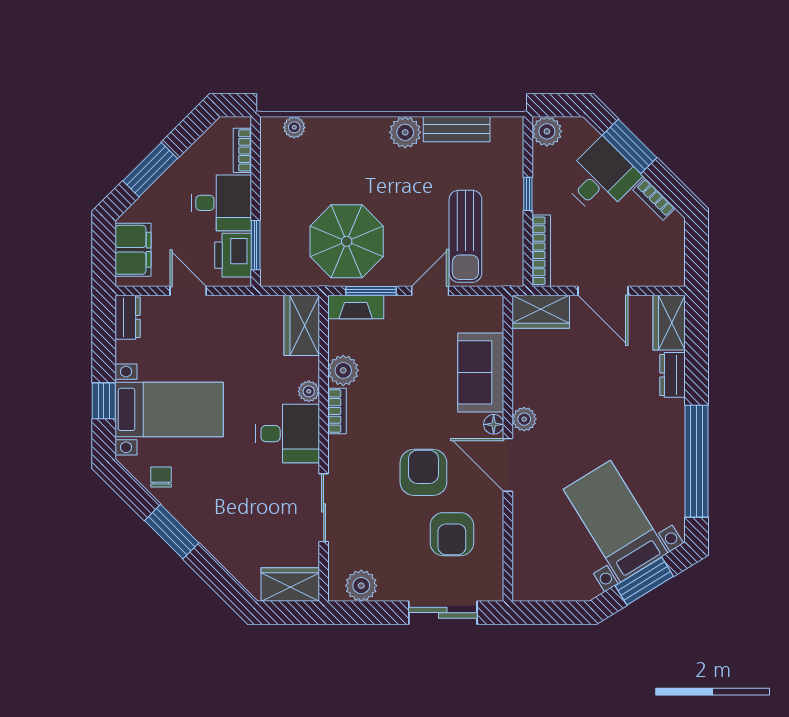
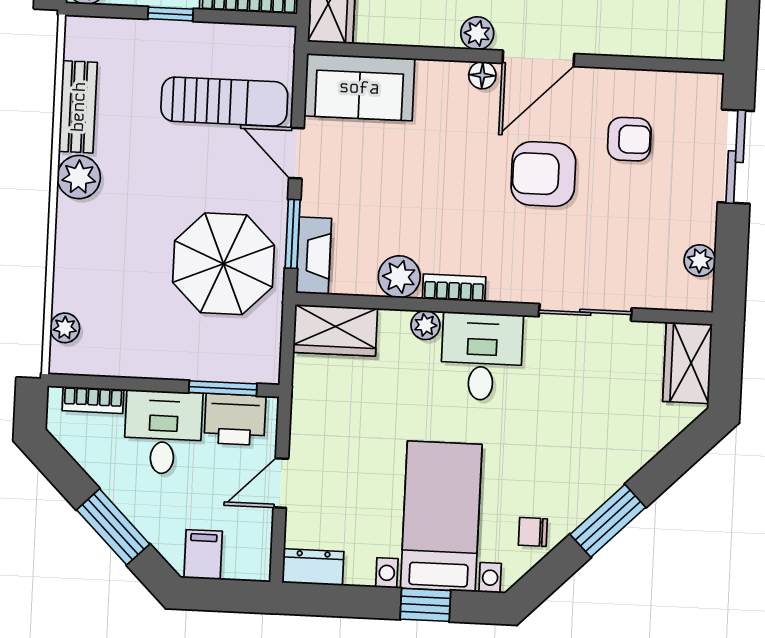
filing cabinet: (133, 250) -> (203, 555), width x0.50
sofa: (481, 372) -> (359, 87), moved
armchair: (452, 534) -> (629, 139), width x0.72, depth x0.72
plant: (361, 586) -> (700, 260), width x0.73, depth x0.73

